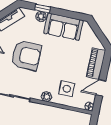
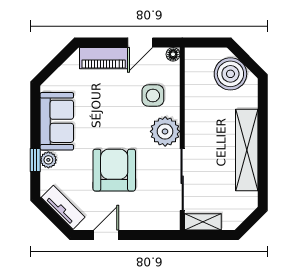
door: (101, 88) -> (140, 43), hinge flipped
plant: (46, 97) -> (165, 131), width x1.87, depth x1.87

